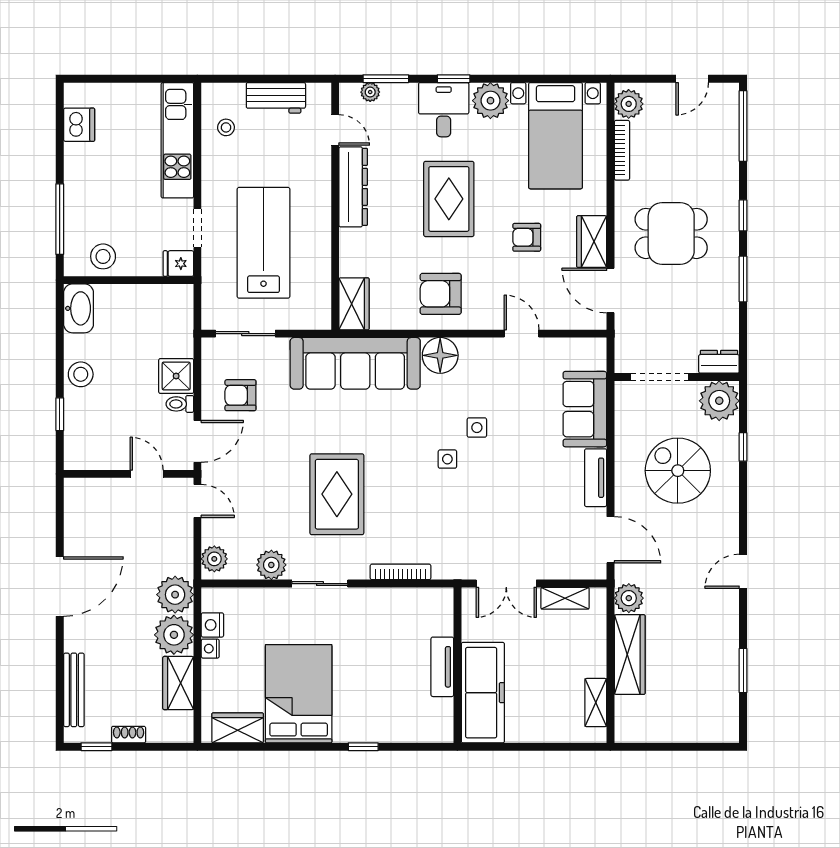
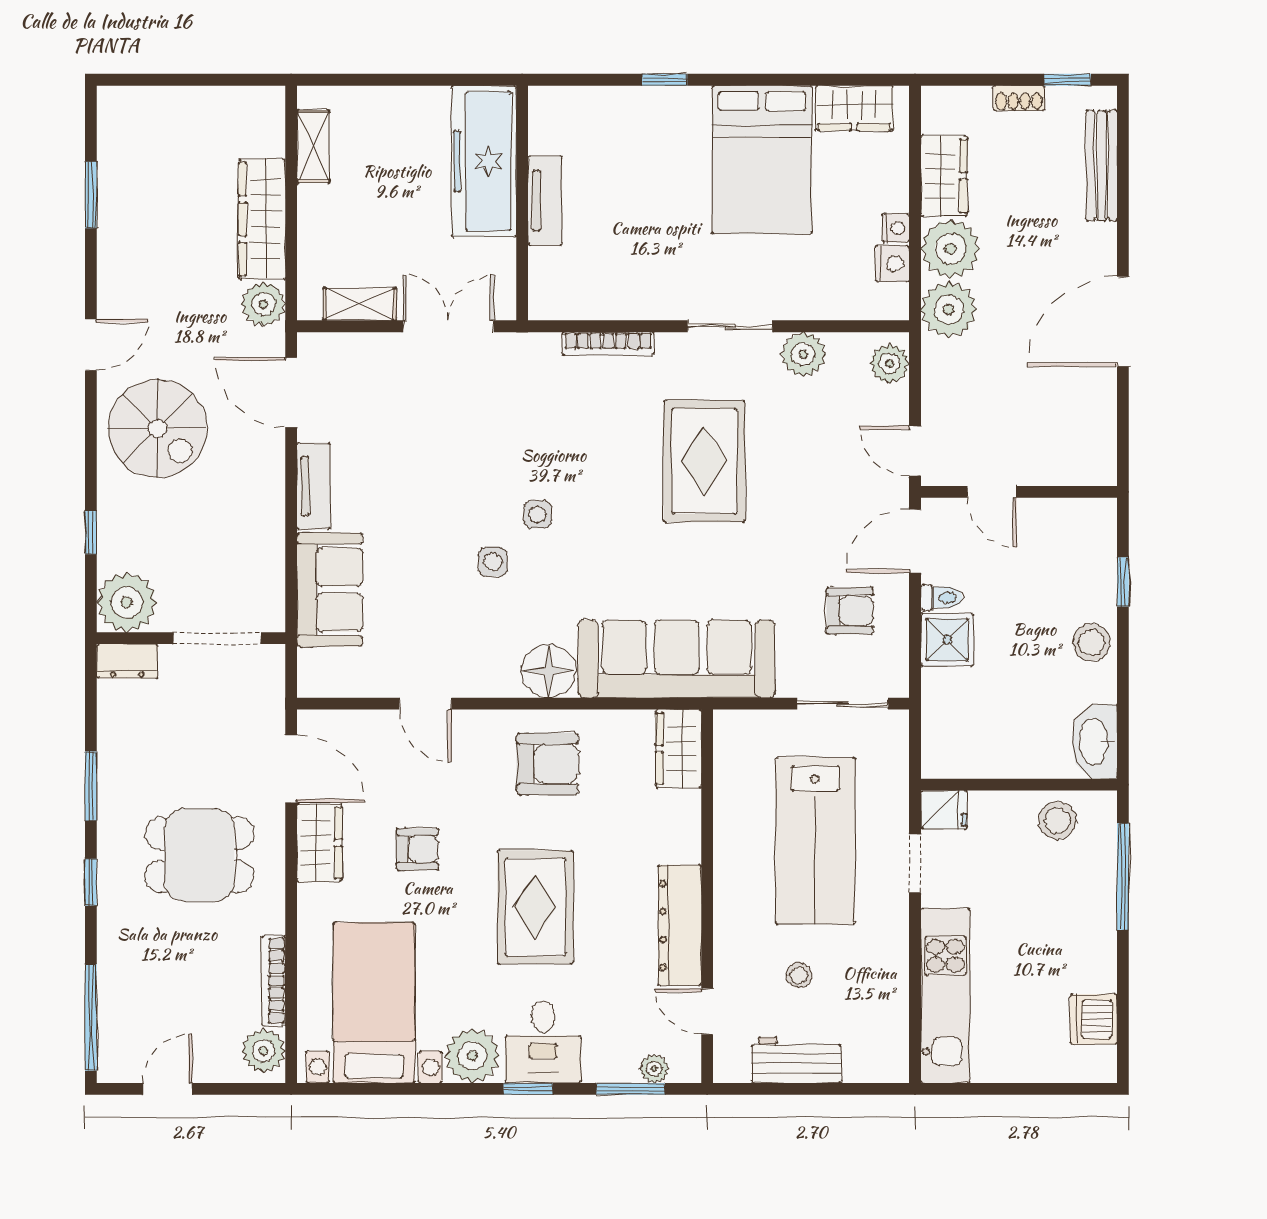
stool: (226, 127) -> (799, 975), moved
spiral stairs: (678, 471) -> (158, 428), moved

